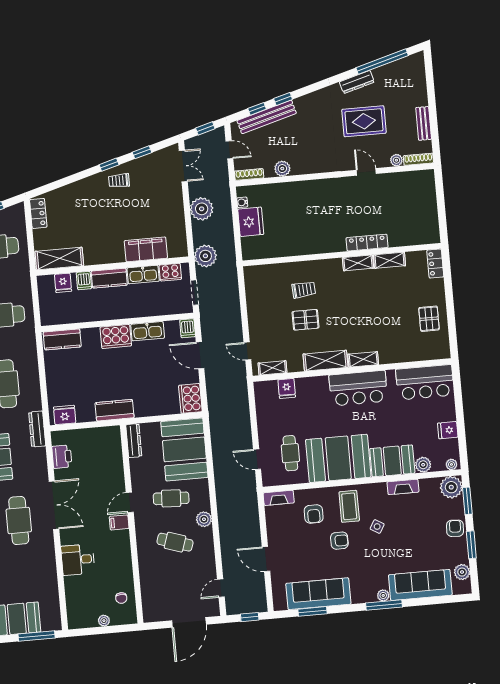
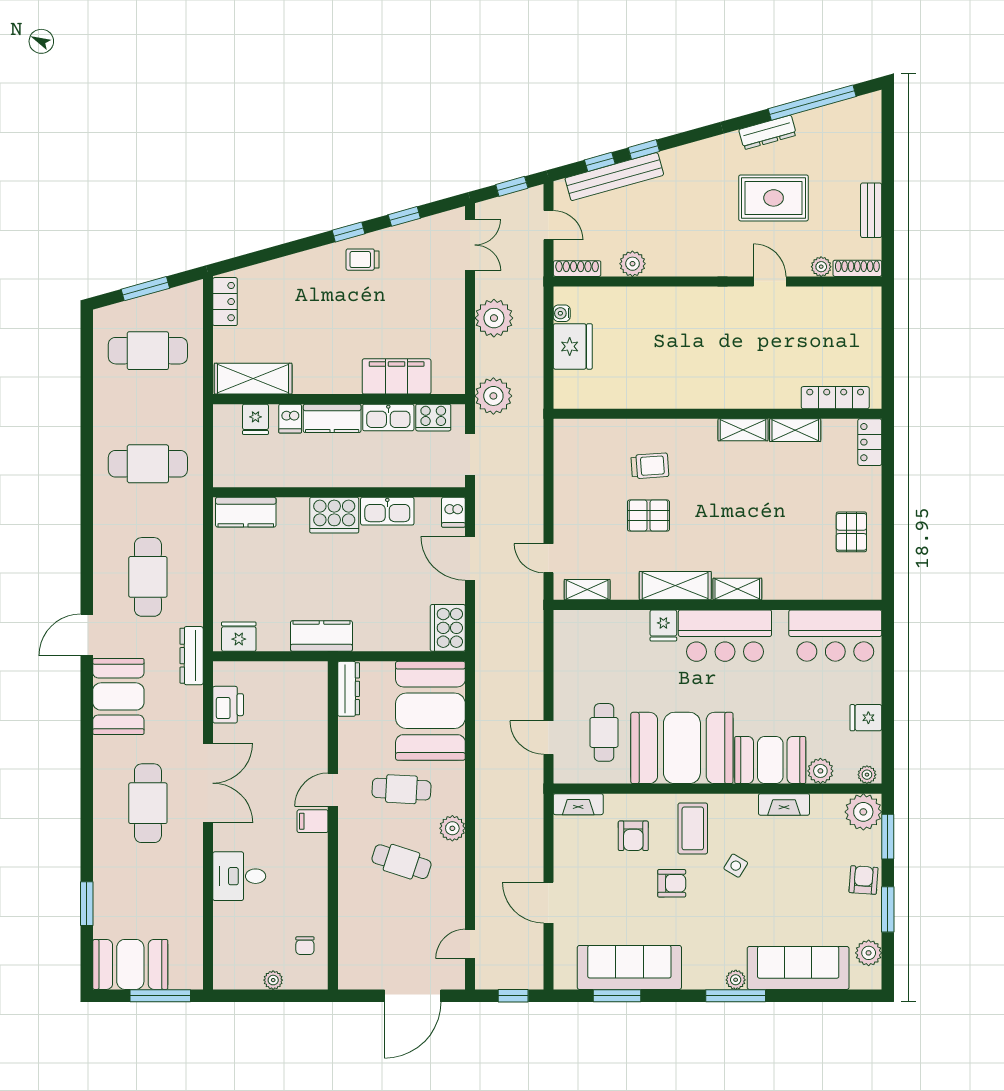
locker: (367, 243) -> (835, 398), moved
fridge: (287, 388) -> (663, 626), moved

